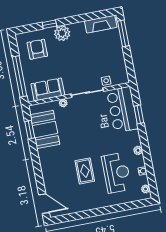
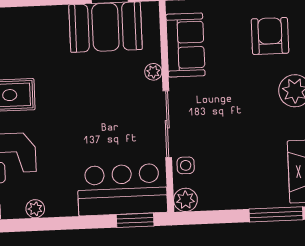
armchair: (37, 49) -> (270, 36), turned -90
plant: (123, 78) -> (185, 200), added
window: (139, 114) -> (135, 220), moved

